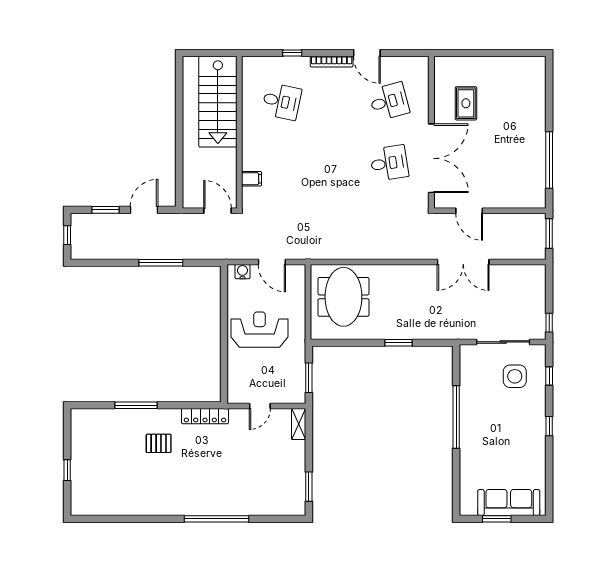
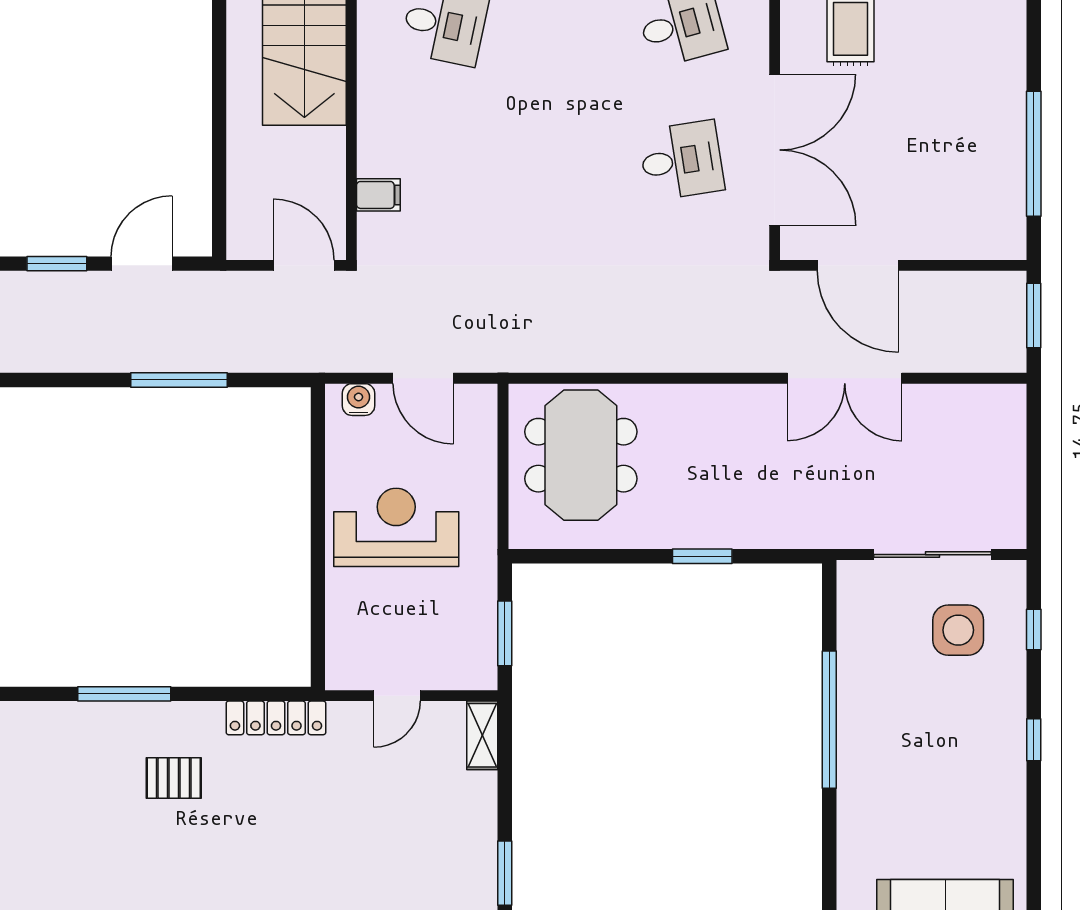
door: (469, 211) -> (858, 265), width x1.36
window: (549, 323) -> (1034, 512), removed

